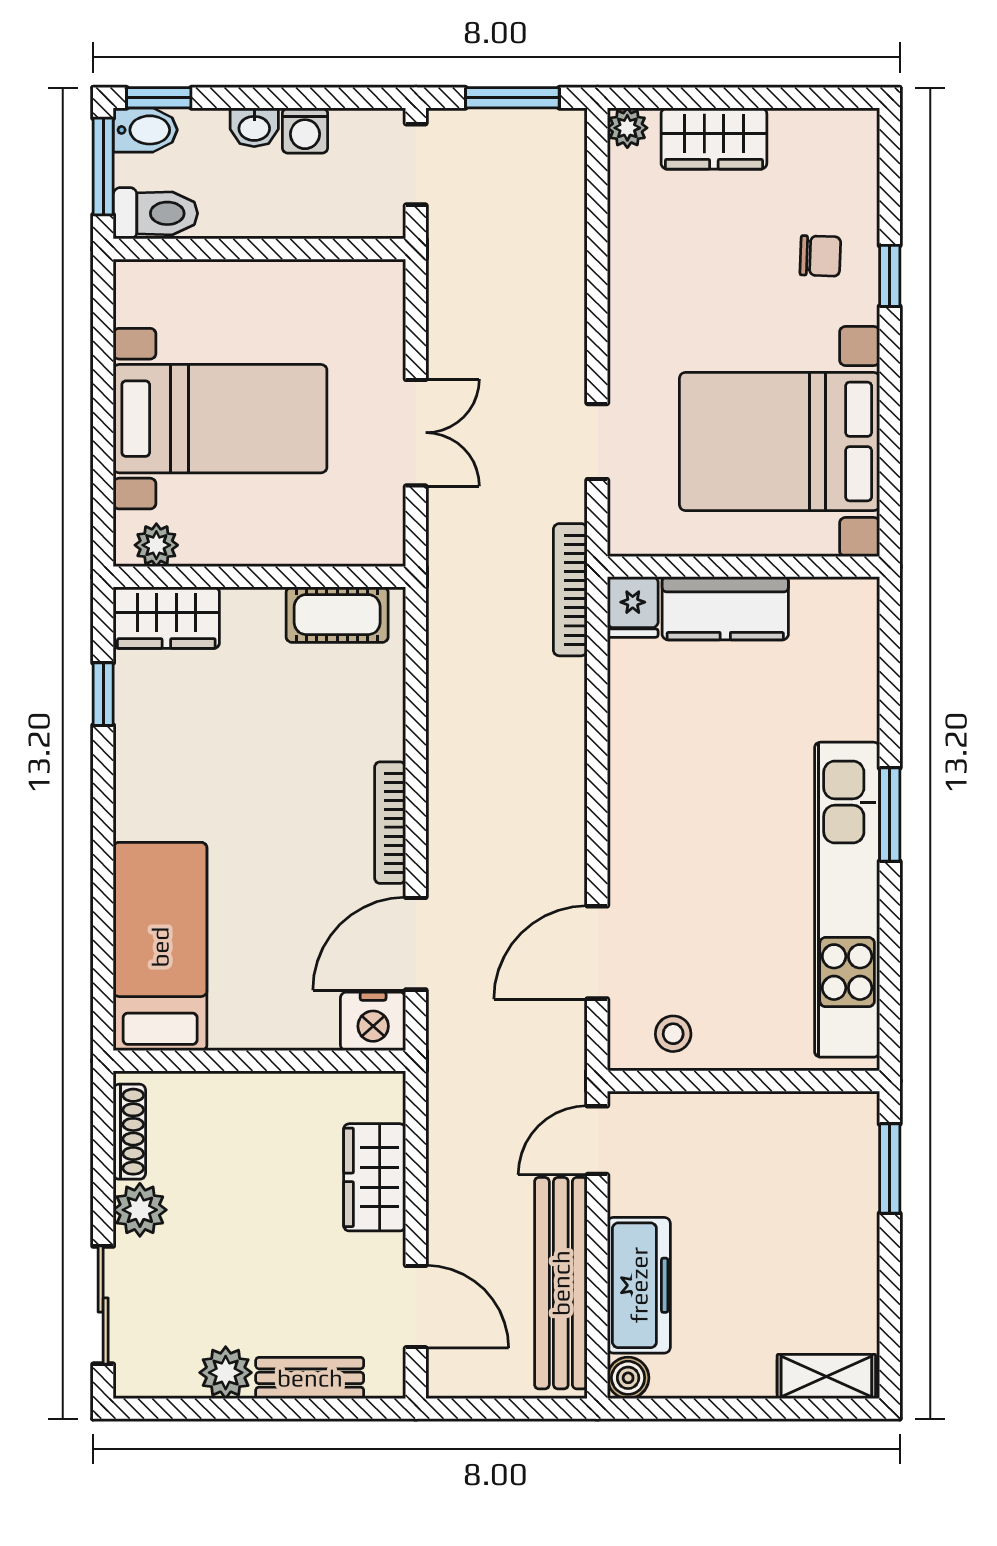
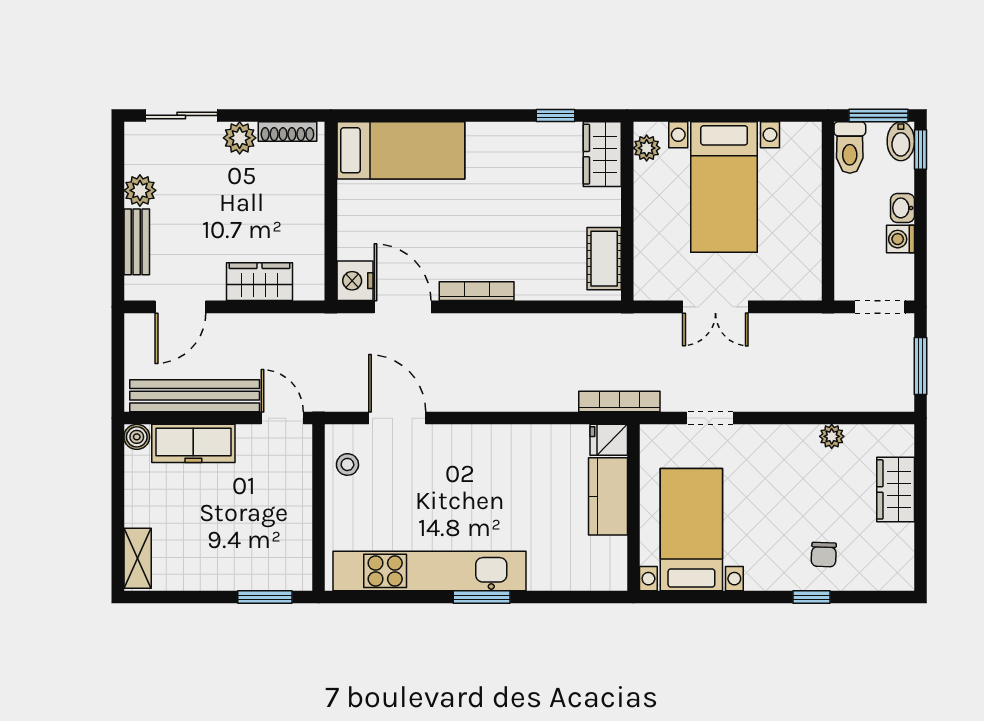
plant: (627, 128) -> (832, 436), moved
bed with nightstands: (780, 442) -> (691, 530), width x0.73

